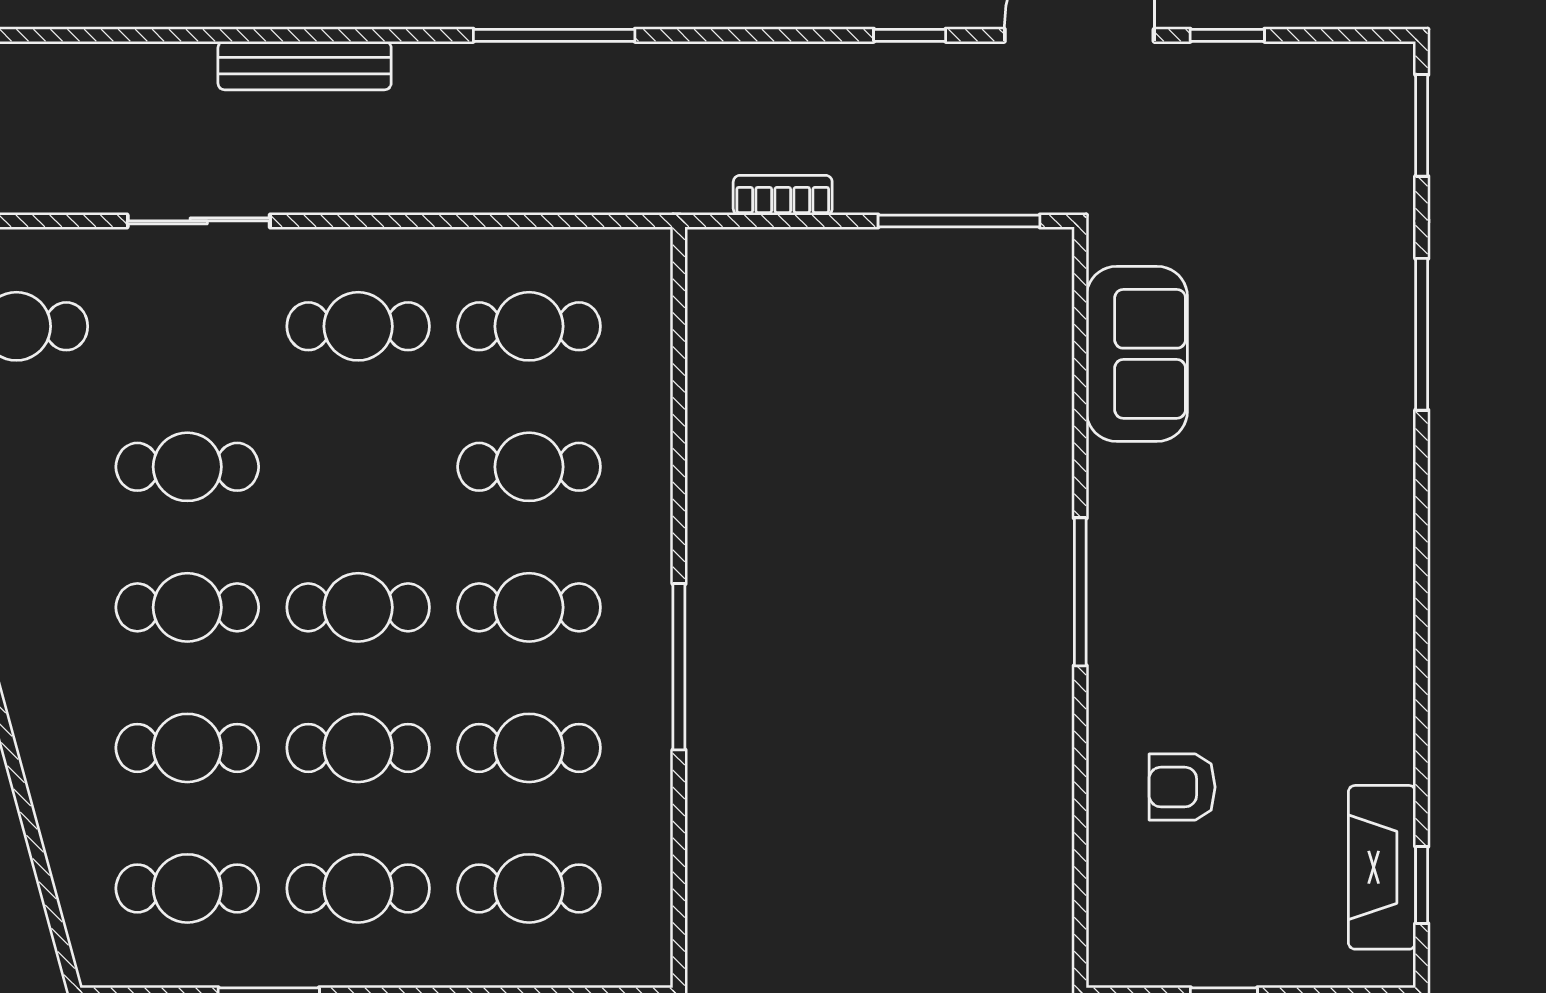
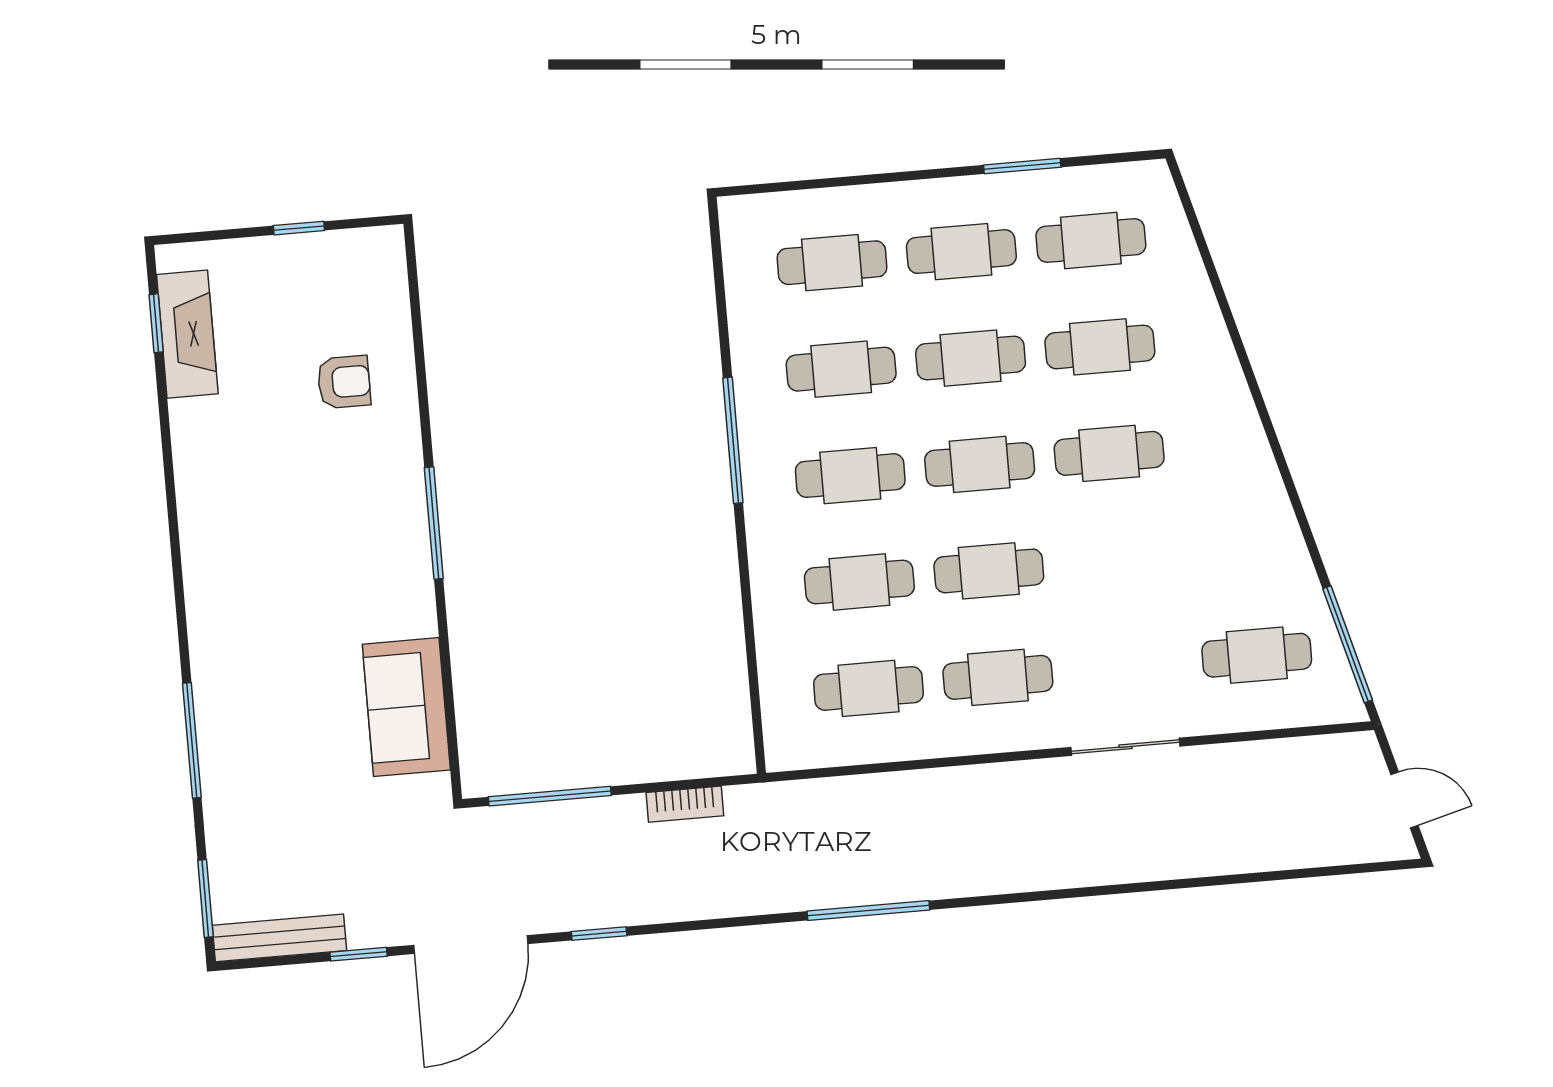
bench: (305, 66) -> (279, 938), moved
cafe table: (187, 467) -> (989, 571), moved

